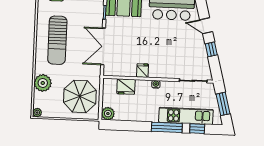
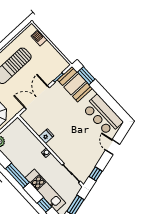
window: (211, 49) -> (96, 174), moved
fridge: (126, 87) -> (26, 136), removed
window: (167, 127) -> (17, 176), moved

